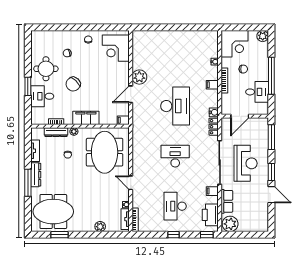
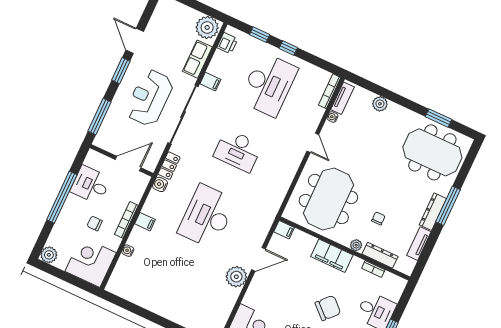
desk: (175, 206) -> (269, 85), width x1.36, depth x1.30
printer: (210, 215) -> (227, 43), width x0.53, depth x0.68
window: (207, 235) -> (260, 35), moved

